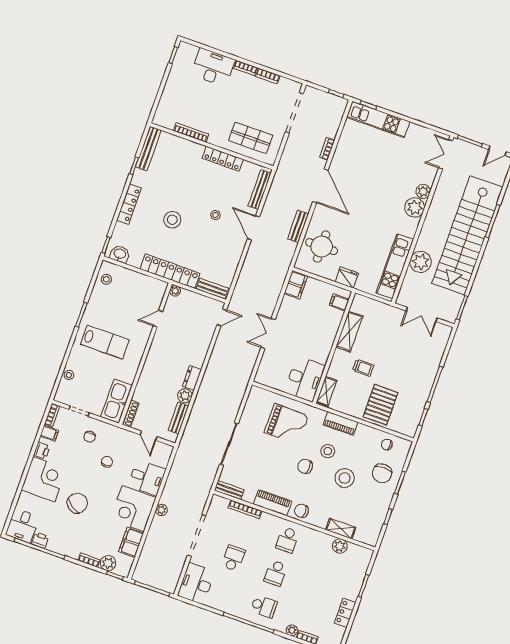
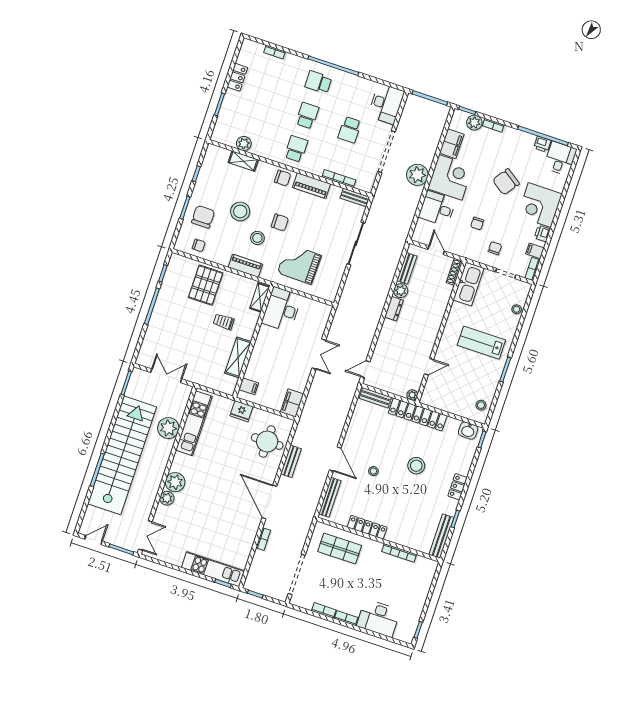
locker: (129, 204) -> (458, 487), width x0.66
plant: (161, 510) -> (417, 175), width x1.87, depth x1.87
plant: (292, 630) -> (290, 59), removed

